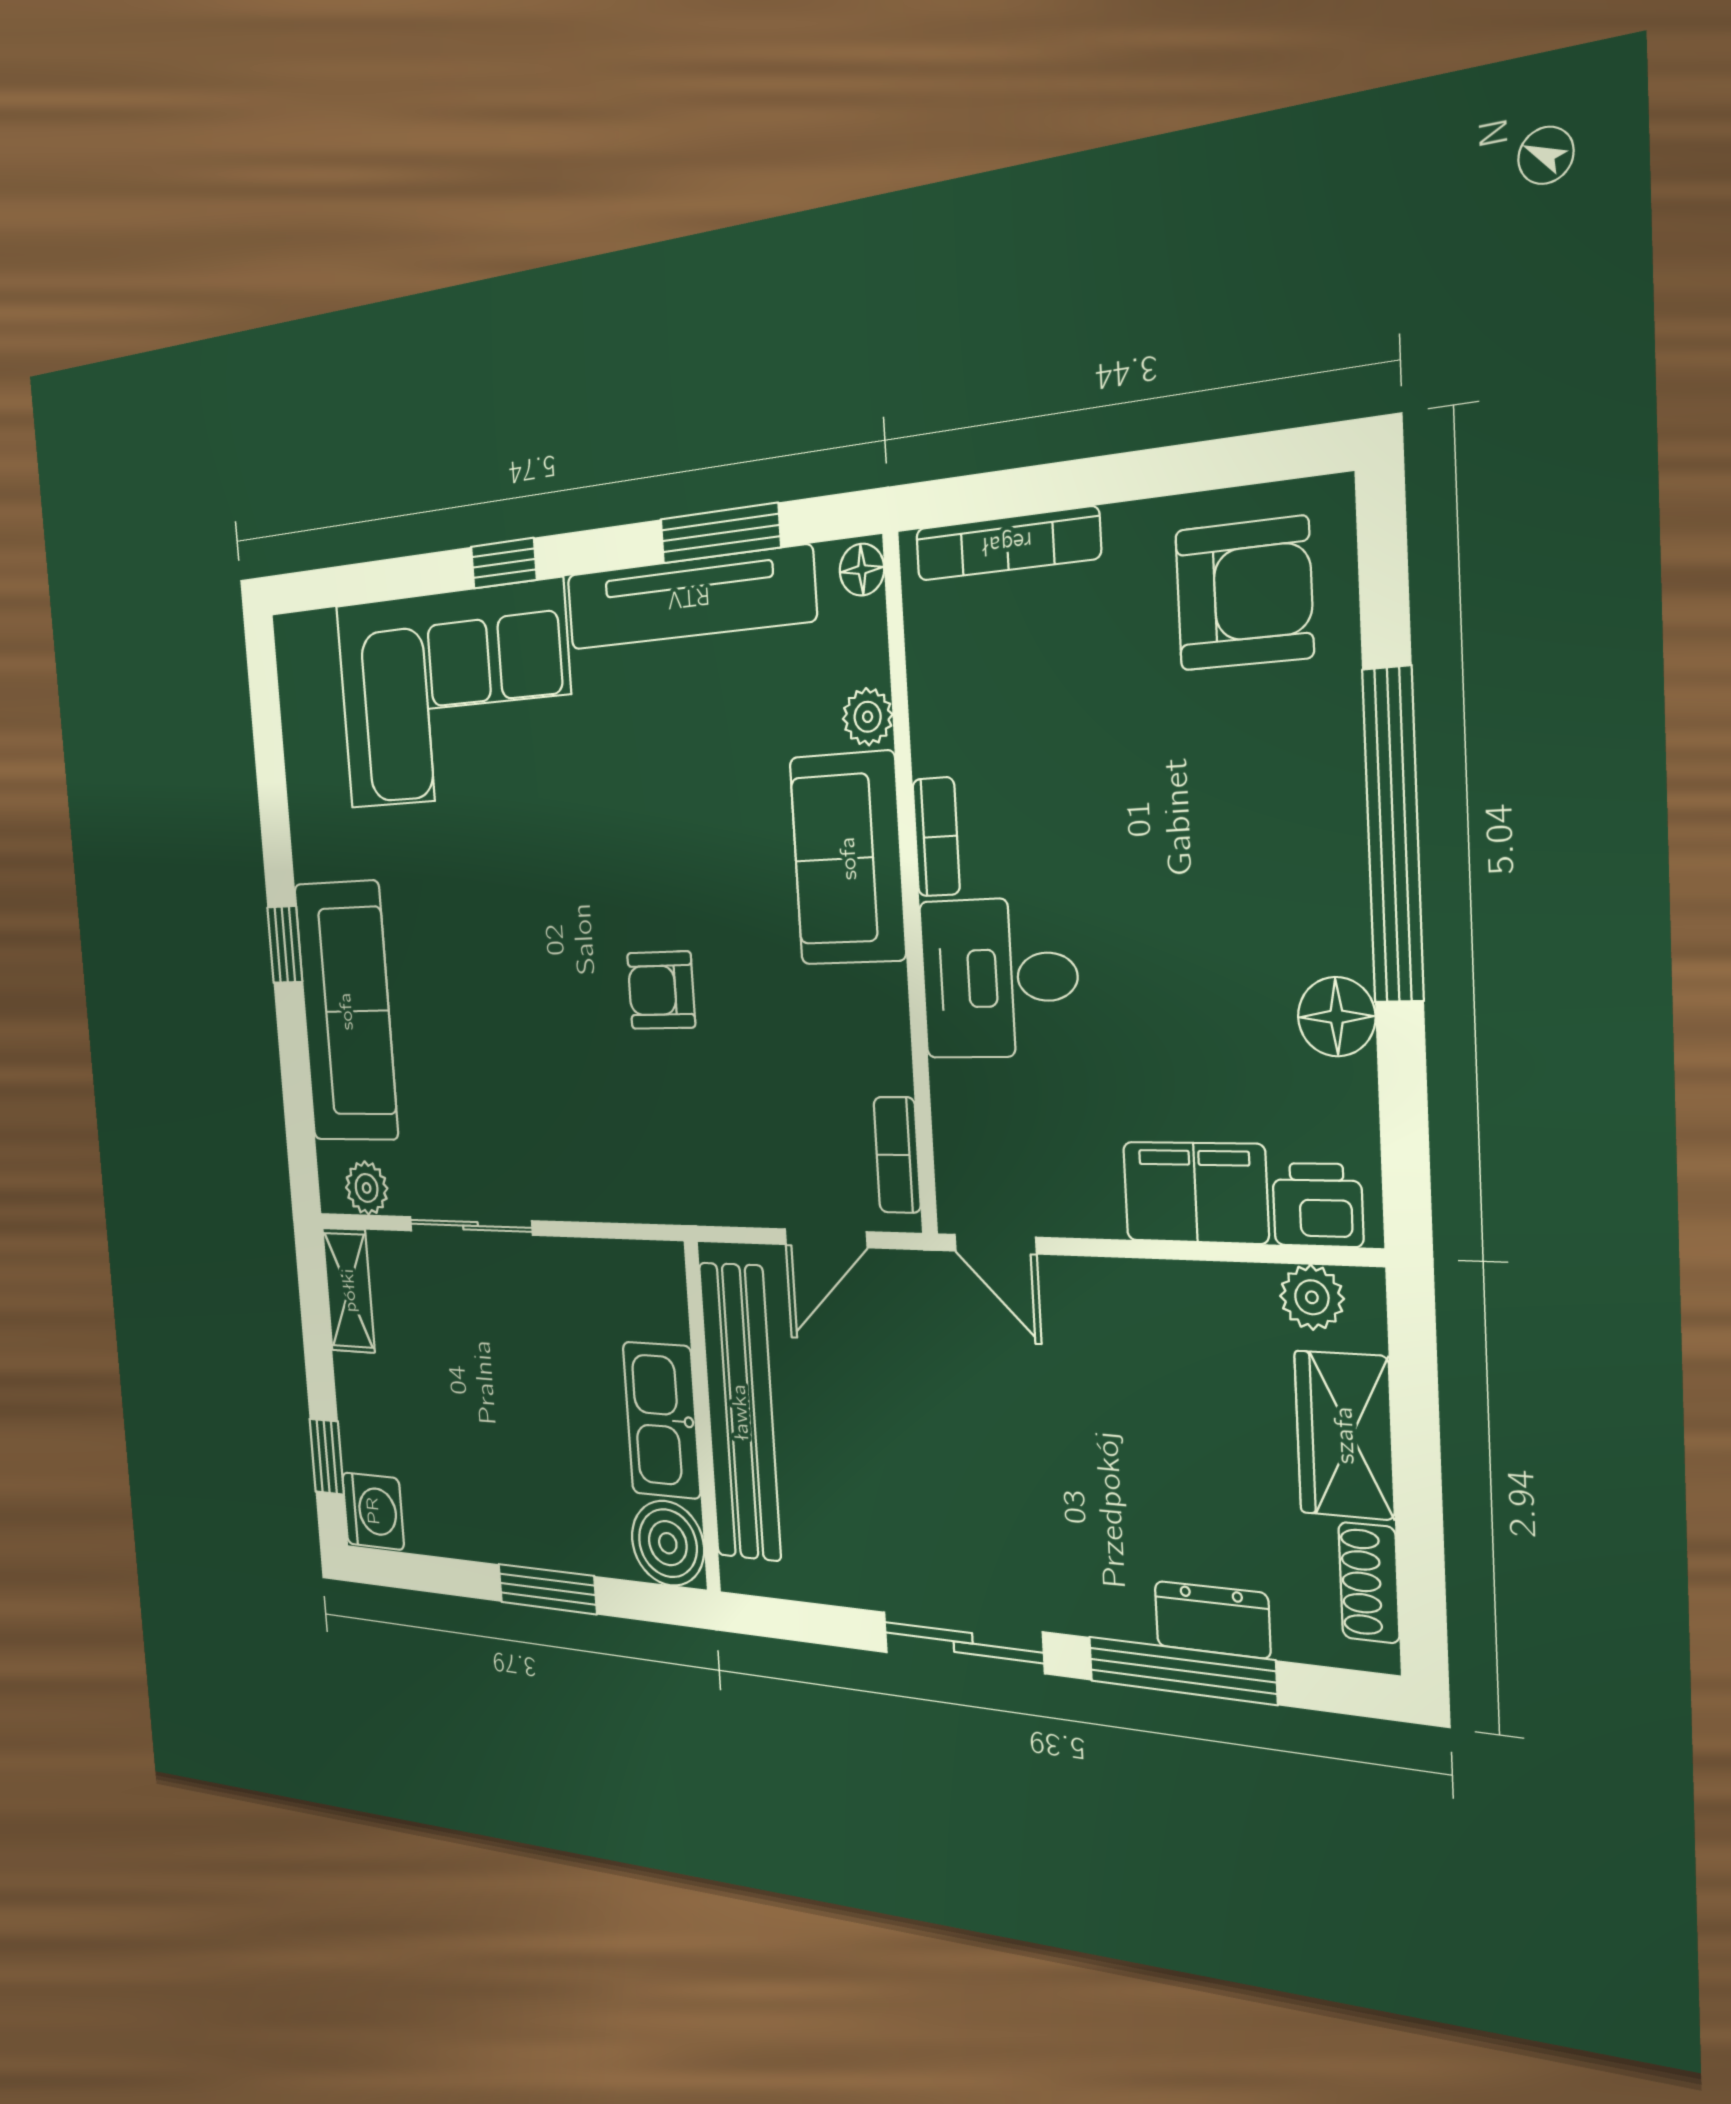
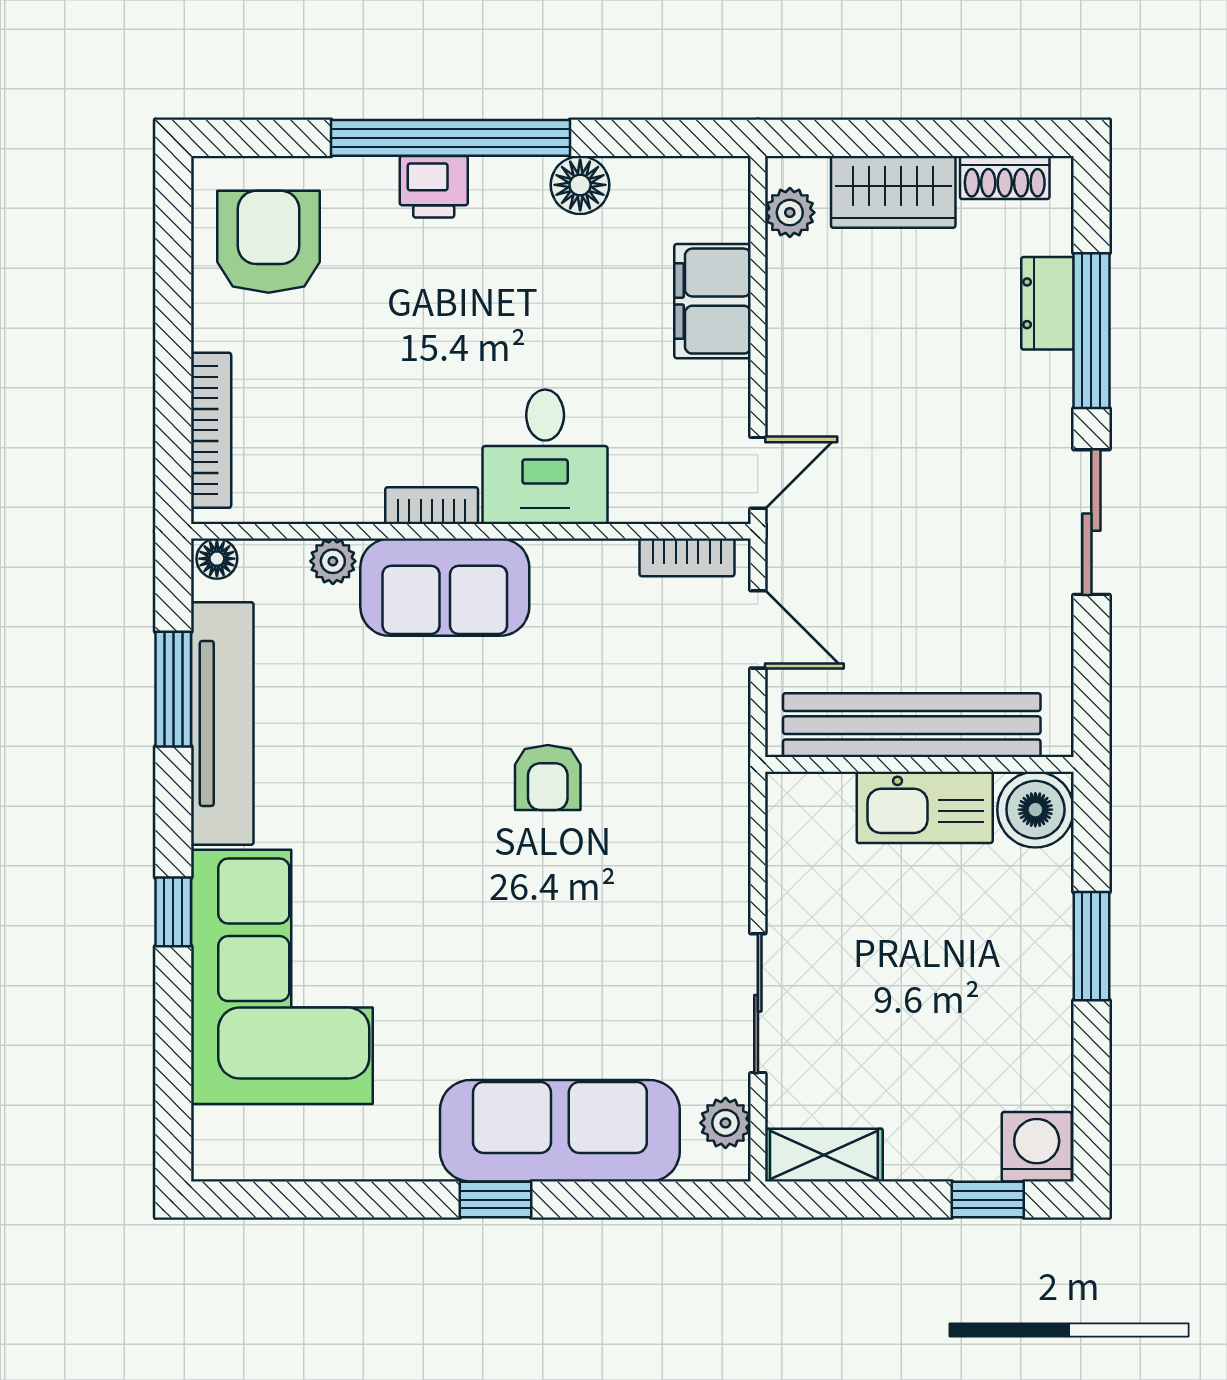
printer: (1318, 1205) -> (434, 187), moved, turned -90

